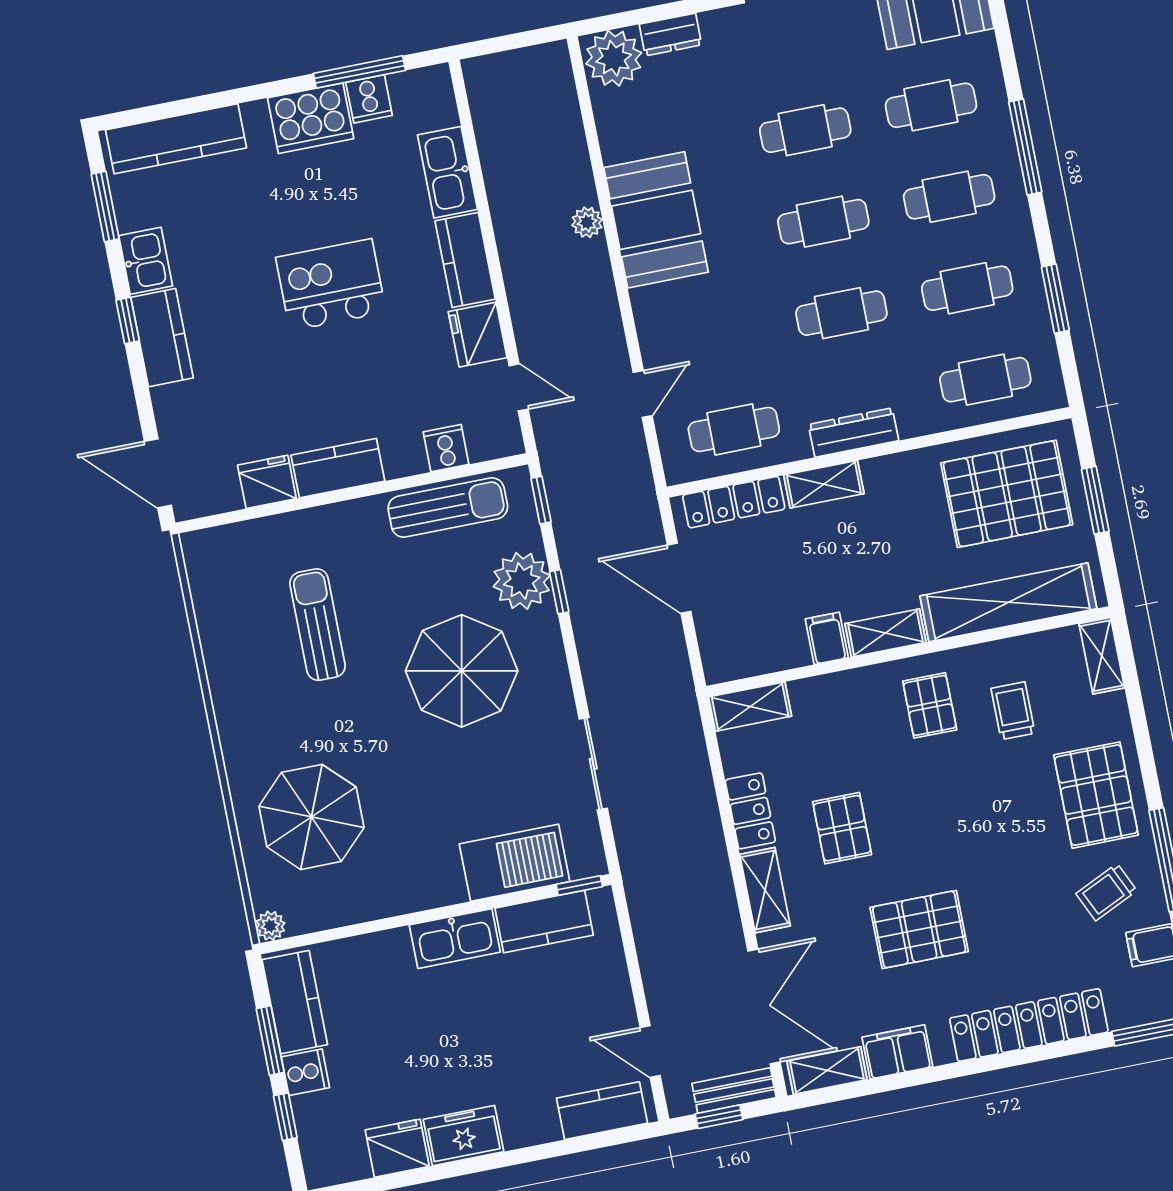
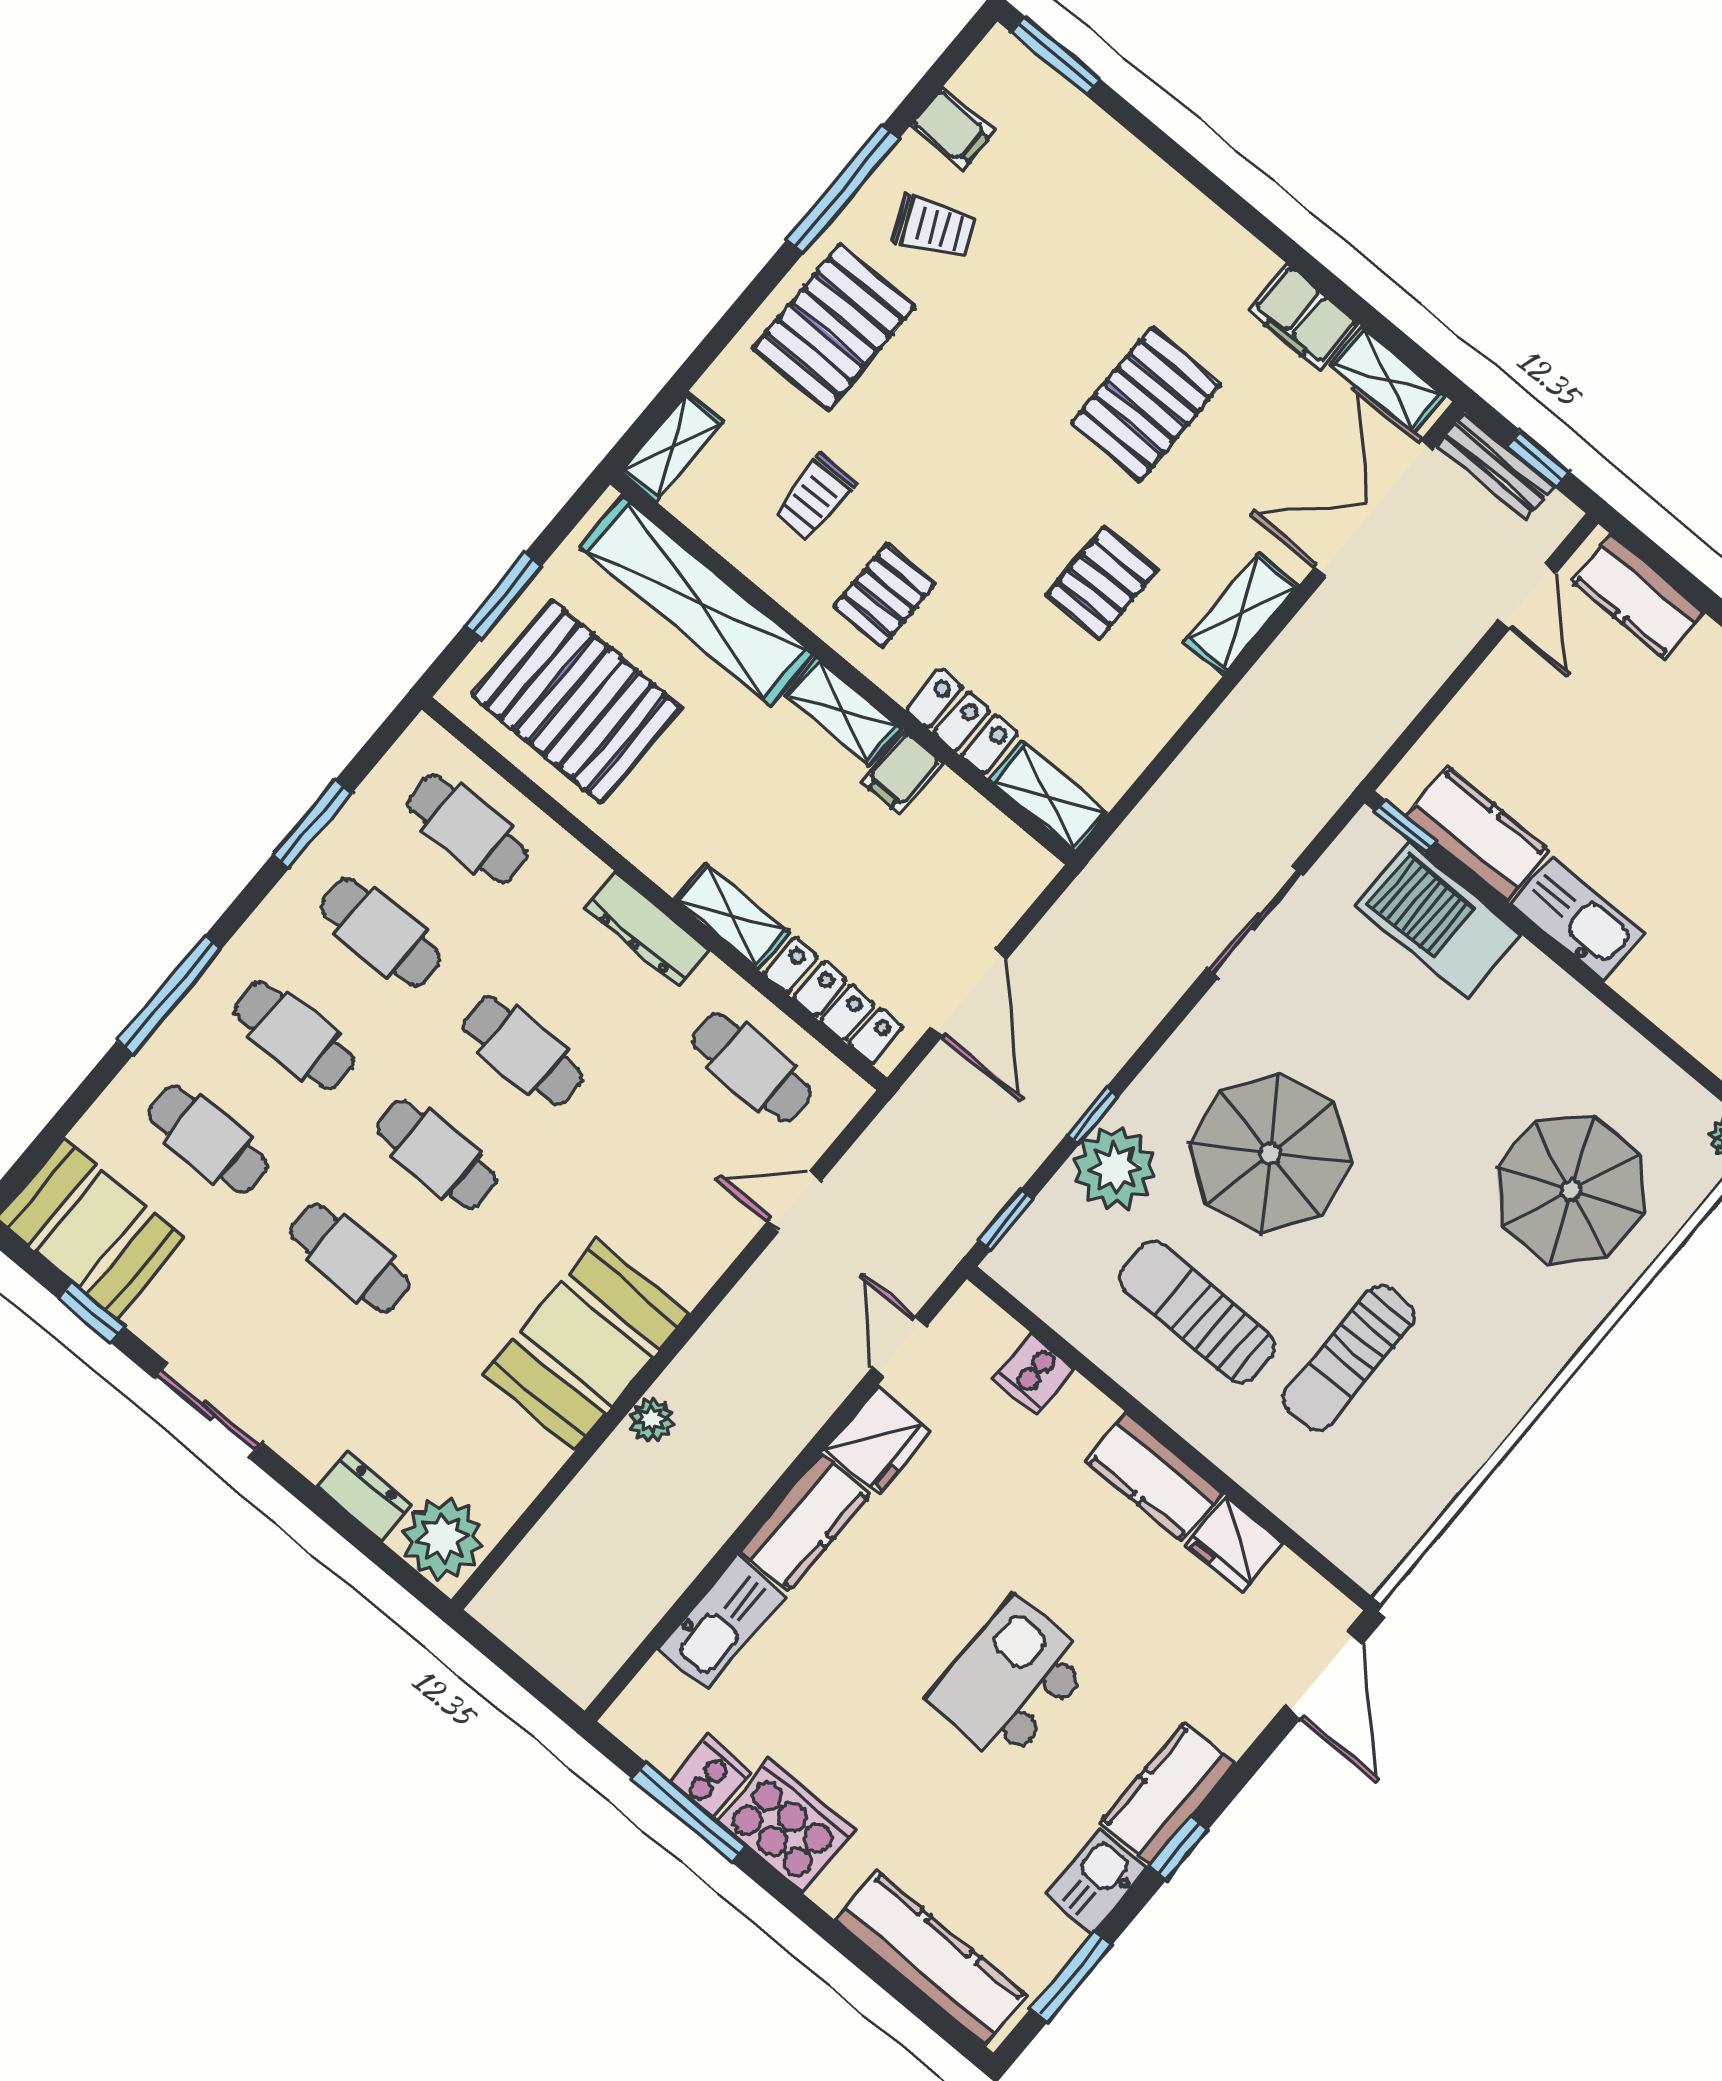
kitchen island: (331, 285) -> (1010, 1680), moved, turned 90
sun lounger: (448, 508) -> (1197, 1312), moved
locker: (750, 811) -> (962, 722), moved, turned 90
pallet: (919, 929) -> (1146, 404), turned 90
locker: (1029, 1025) -> (1154, 194), removed

